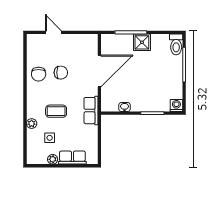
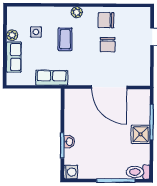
washbasin: (125, 107) -> (69, 142), moved
row of seats: (91, 111) -> (52, 78), moved
plant: (32, 124) -> (77, 12), moved

